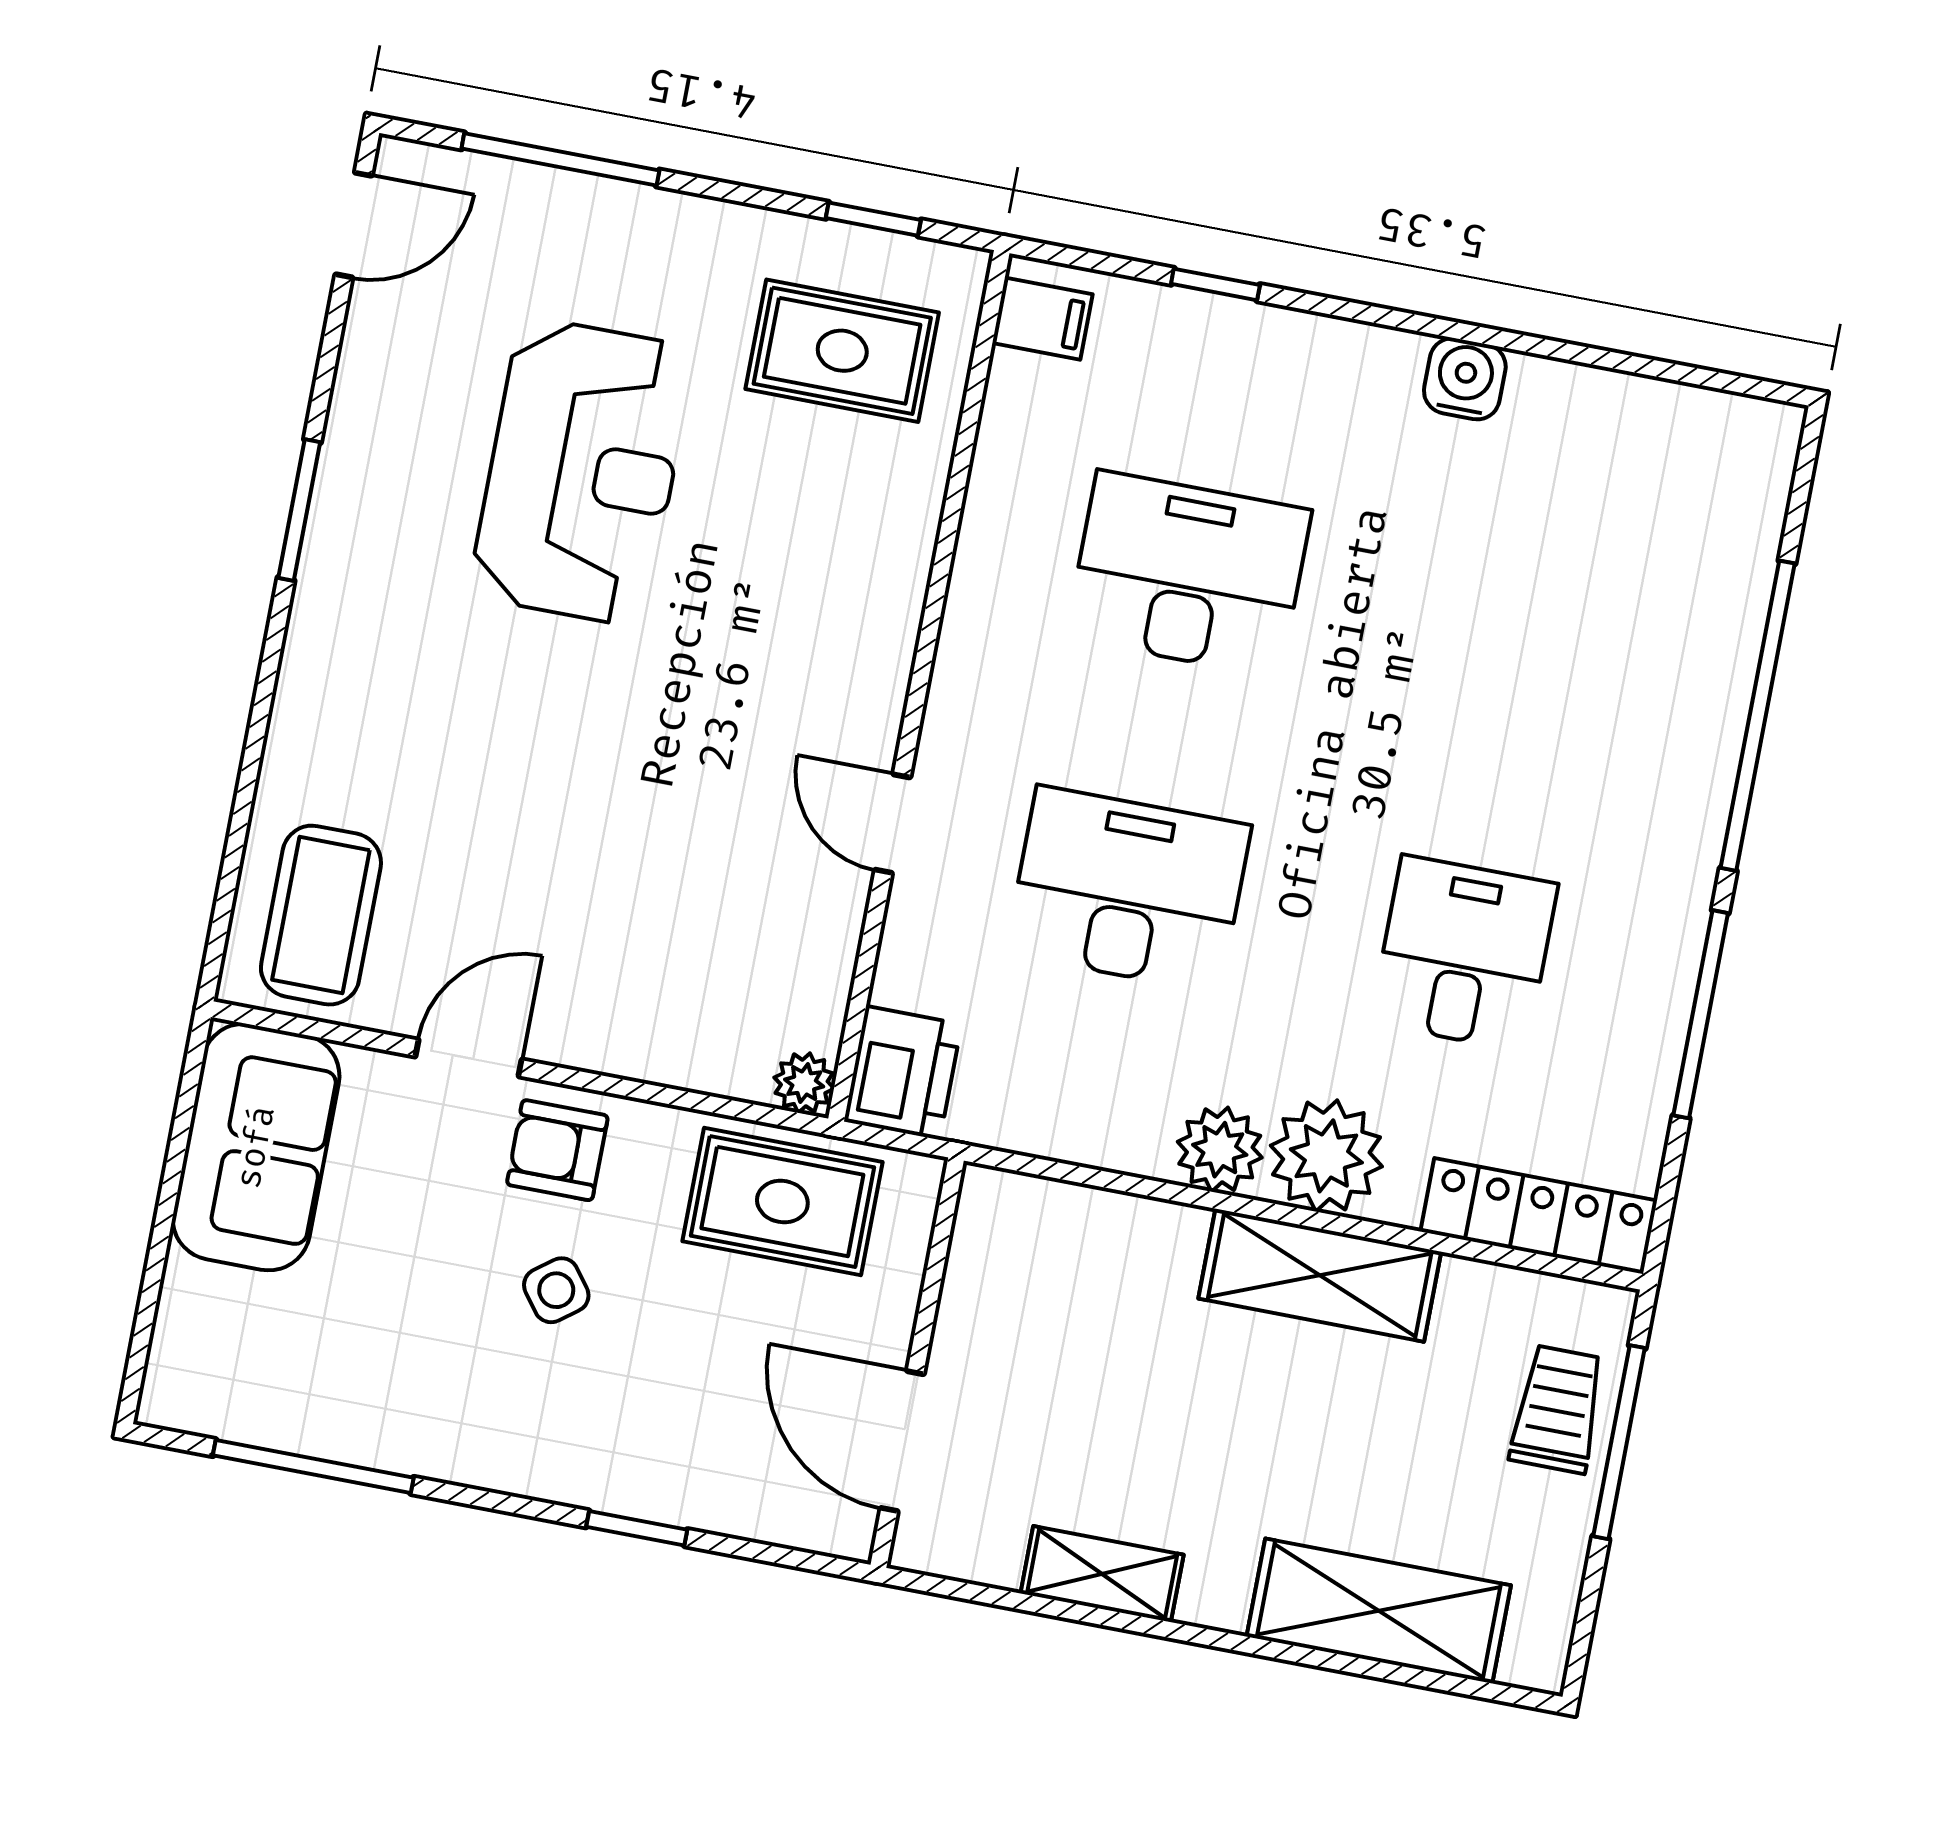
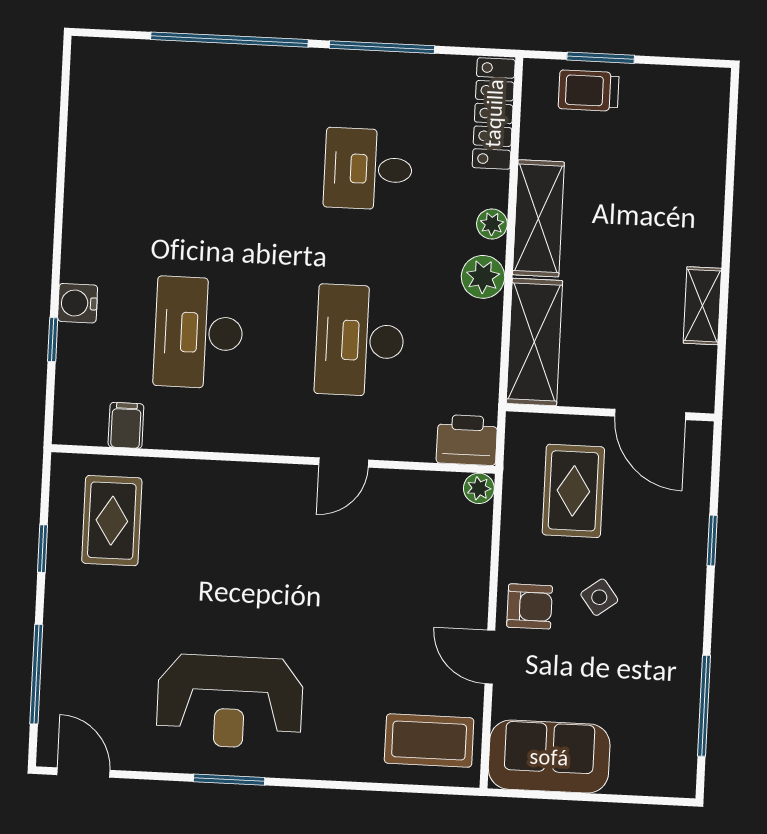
window: (873, 219) -> (42, 549), moved
filing cabinet: (1042, 319) -> (126, 425), moved
water cooler: (1465, 379) -> (78, 303), moved
reception desk: (582, 472) -> (230, 702), moved, turned 180
armchair: (557, 1150) -> (530, 606), turned -90
plant: (1326, 1156) -> (492, 224), width x0.53, depth x0.53
rug: (782, 1202) -> (573, 491), moved
door: (902, 1441) -> (650, 414), hinge flipped
window: (1619, 1442) -> (601, 58), width x0.69
shelving: (1379, 1611) -> (534, 342), moved

